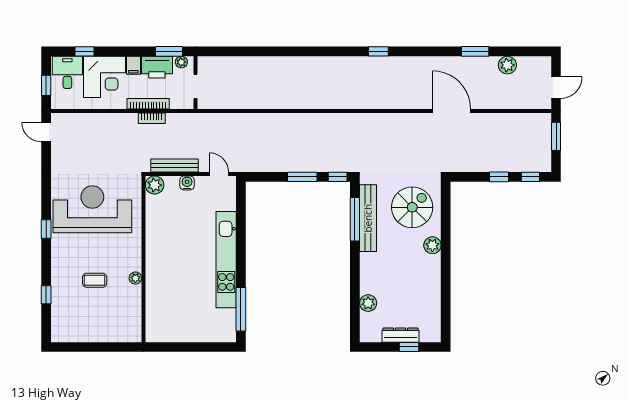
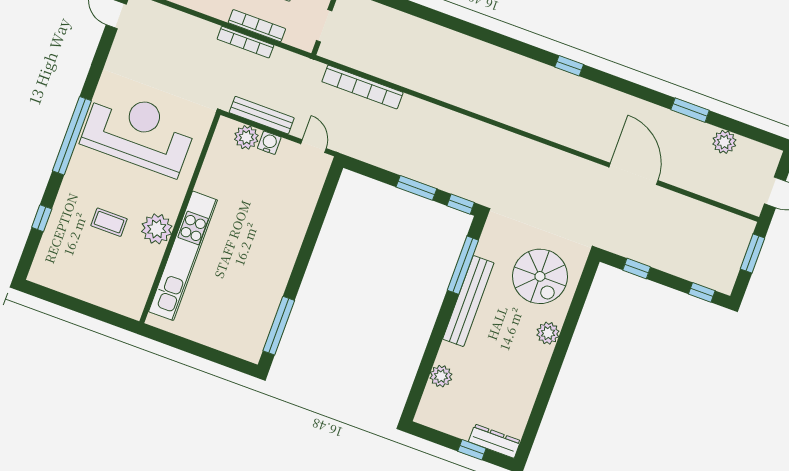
bookcase: (152, 118) -> (245, 42), width x1.56
bookcase: (238, 120) -> (362, 87), added
window: (499, 177) -> (637, 269), moved
plant: (155, 185) -> (246, 137), moved
spiral stairs: (412, 207) -> (540, 276), turned 90
bench: (368, 218) -> (468, 301), moved
window: (46, 229) -> (72, 136), width x3.17
kitchen unit: (226, 260) -> (183, 256), moved, turned 180
plant: (135, 278) -> (157, 229), width x1.88, depth x1.88
dresser: (401, 335) -> (495, 441), moved

